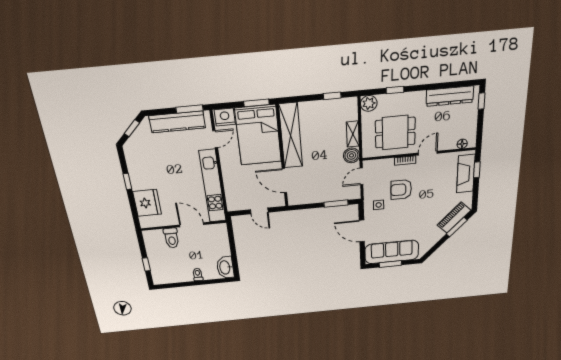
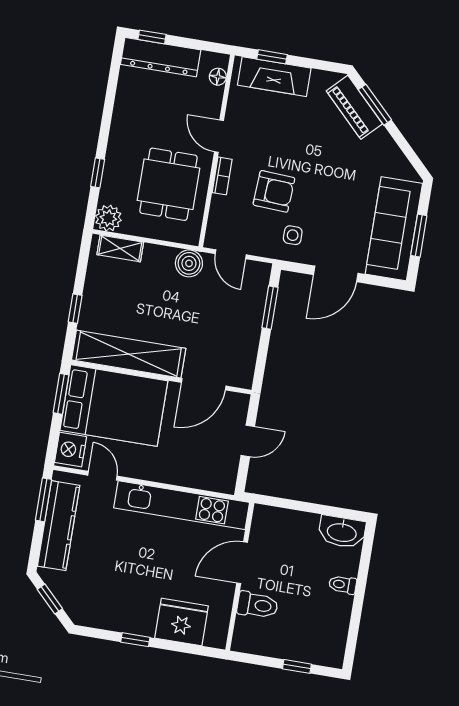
window: (332, 96) -> (75, 309), moved
dresser: (450, 96) -> (161, 57), moved, turned 90
shelving: (353, 134) -> (120, 248), moved
armchair: (401, 190) -> (274, 191), turned -87

